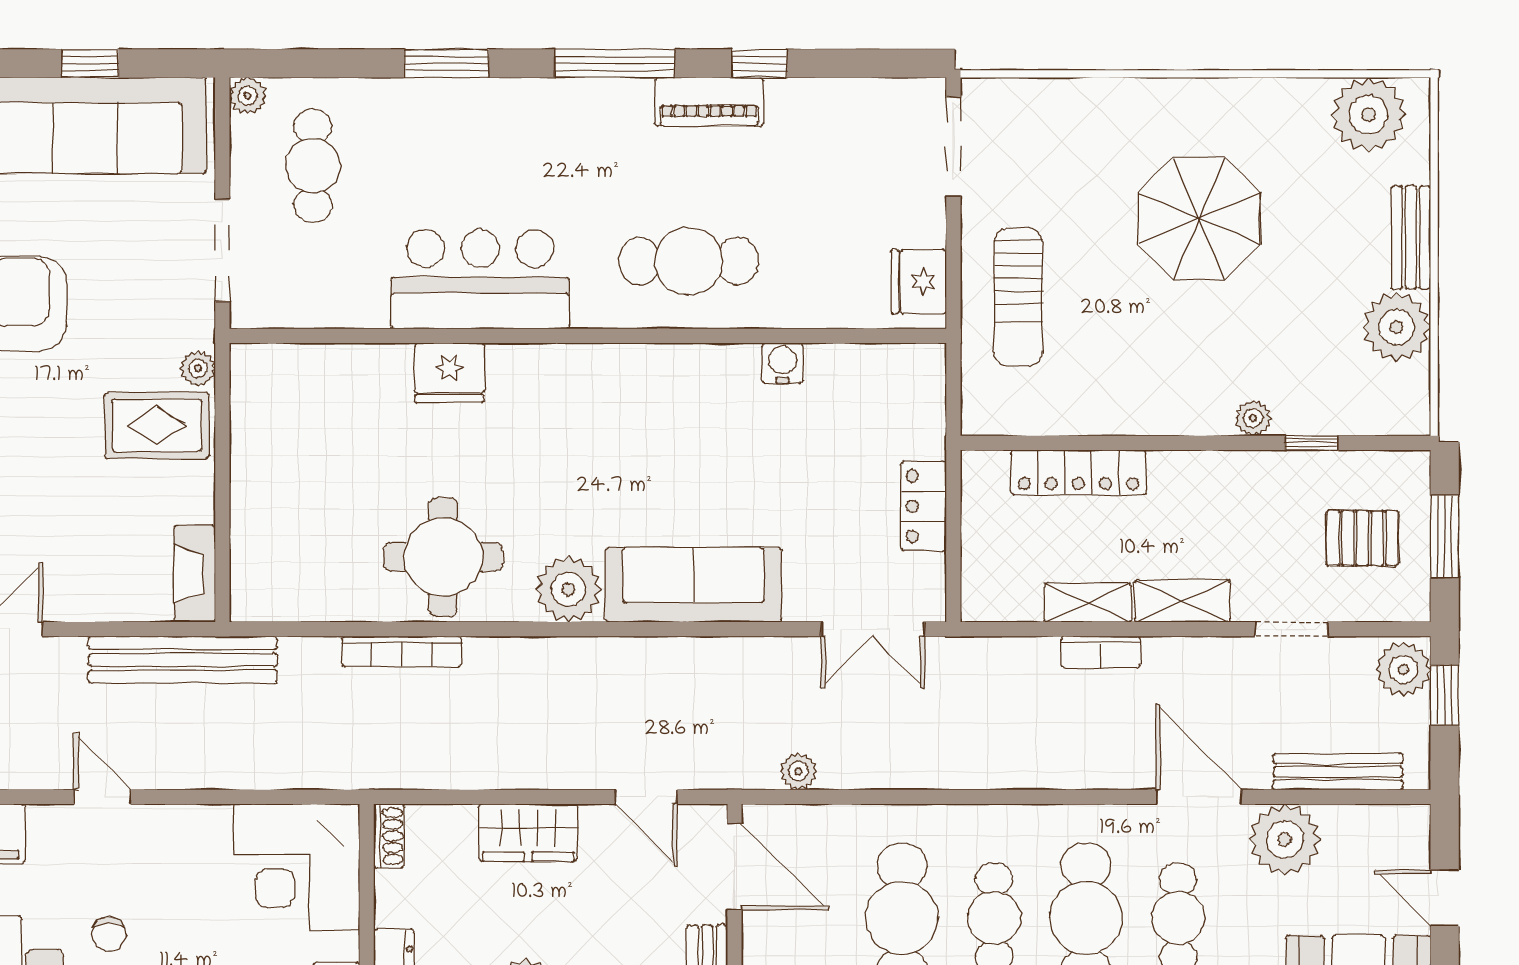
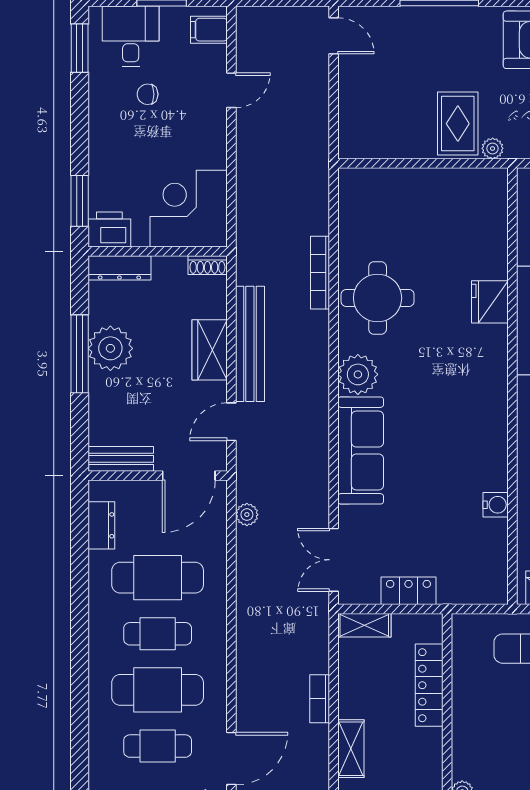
fireplace: (195, 574) -> (367, 147), removed
shelving: (1088, 603) -> (364, 625), moved, turned 90
bench: (183, 660) -> (250, 344), moved

